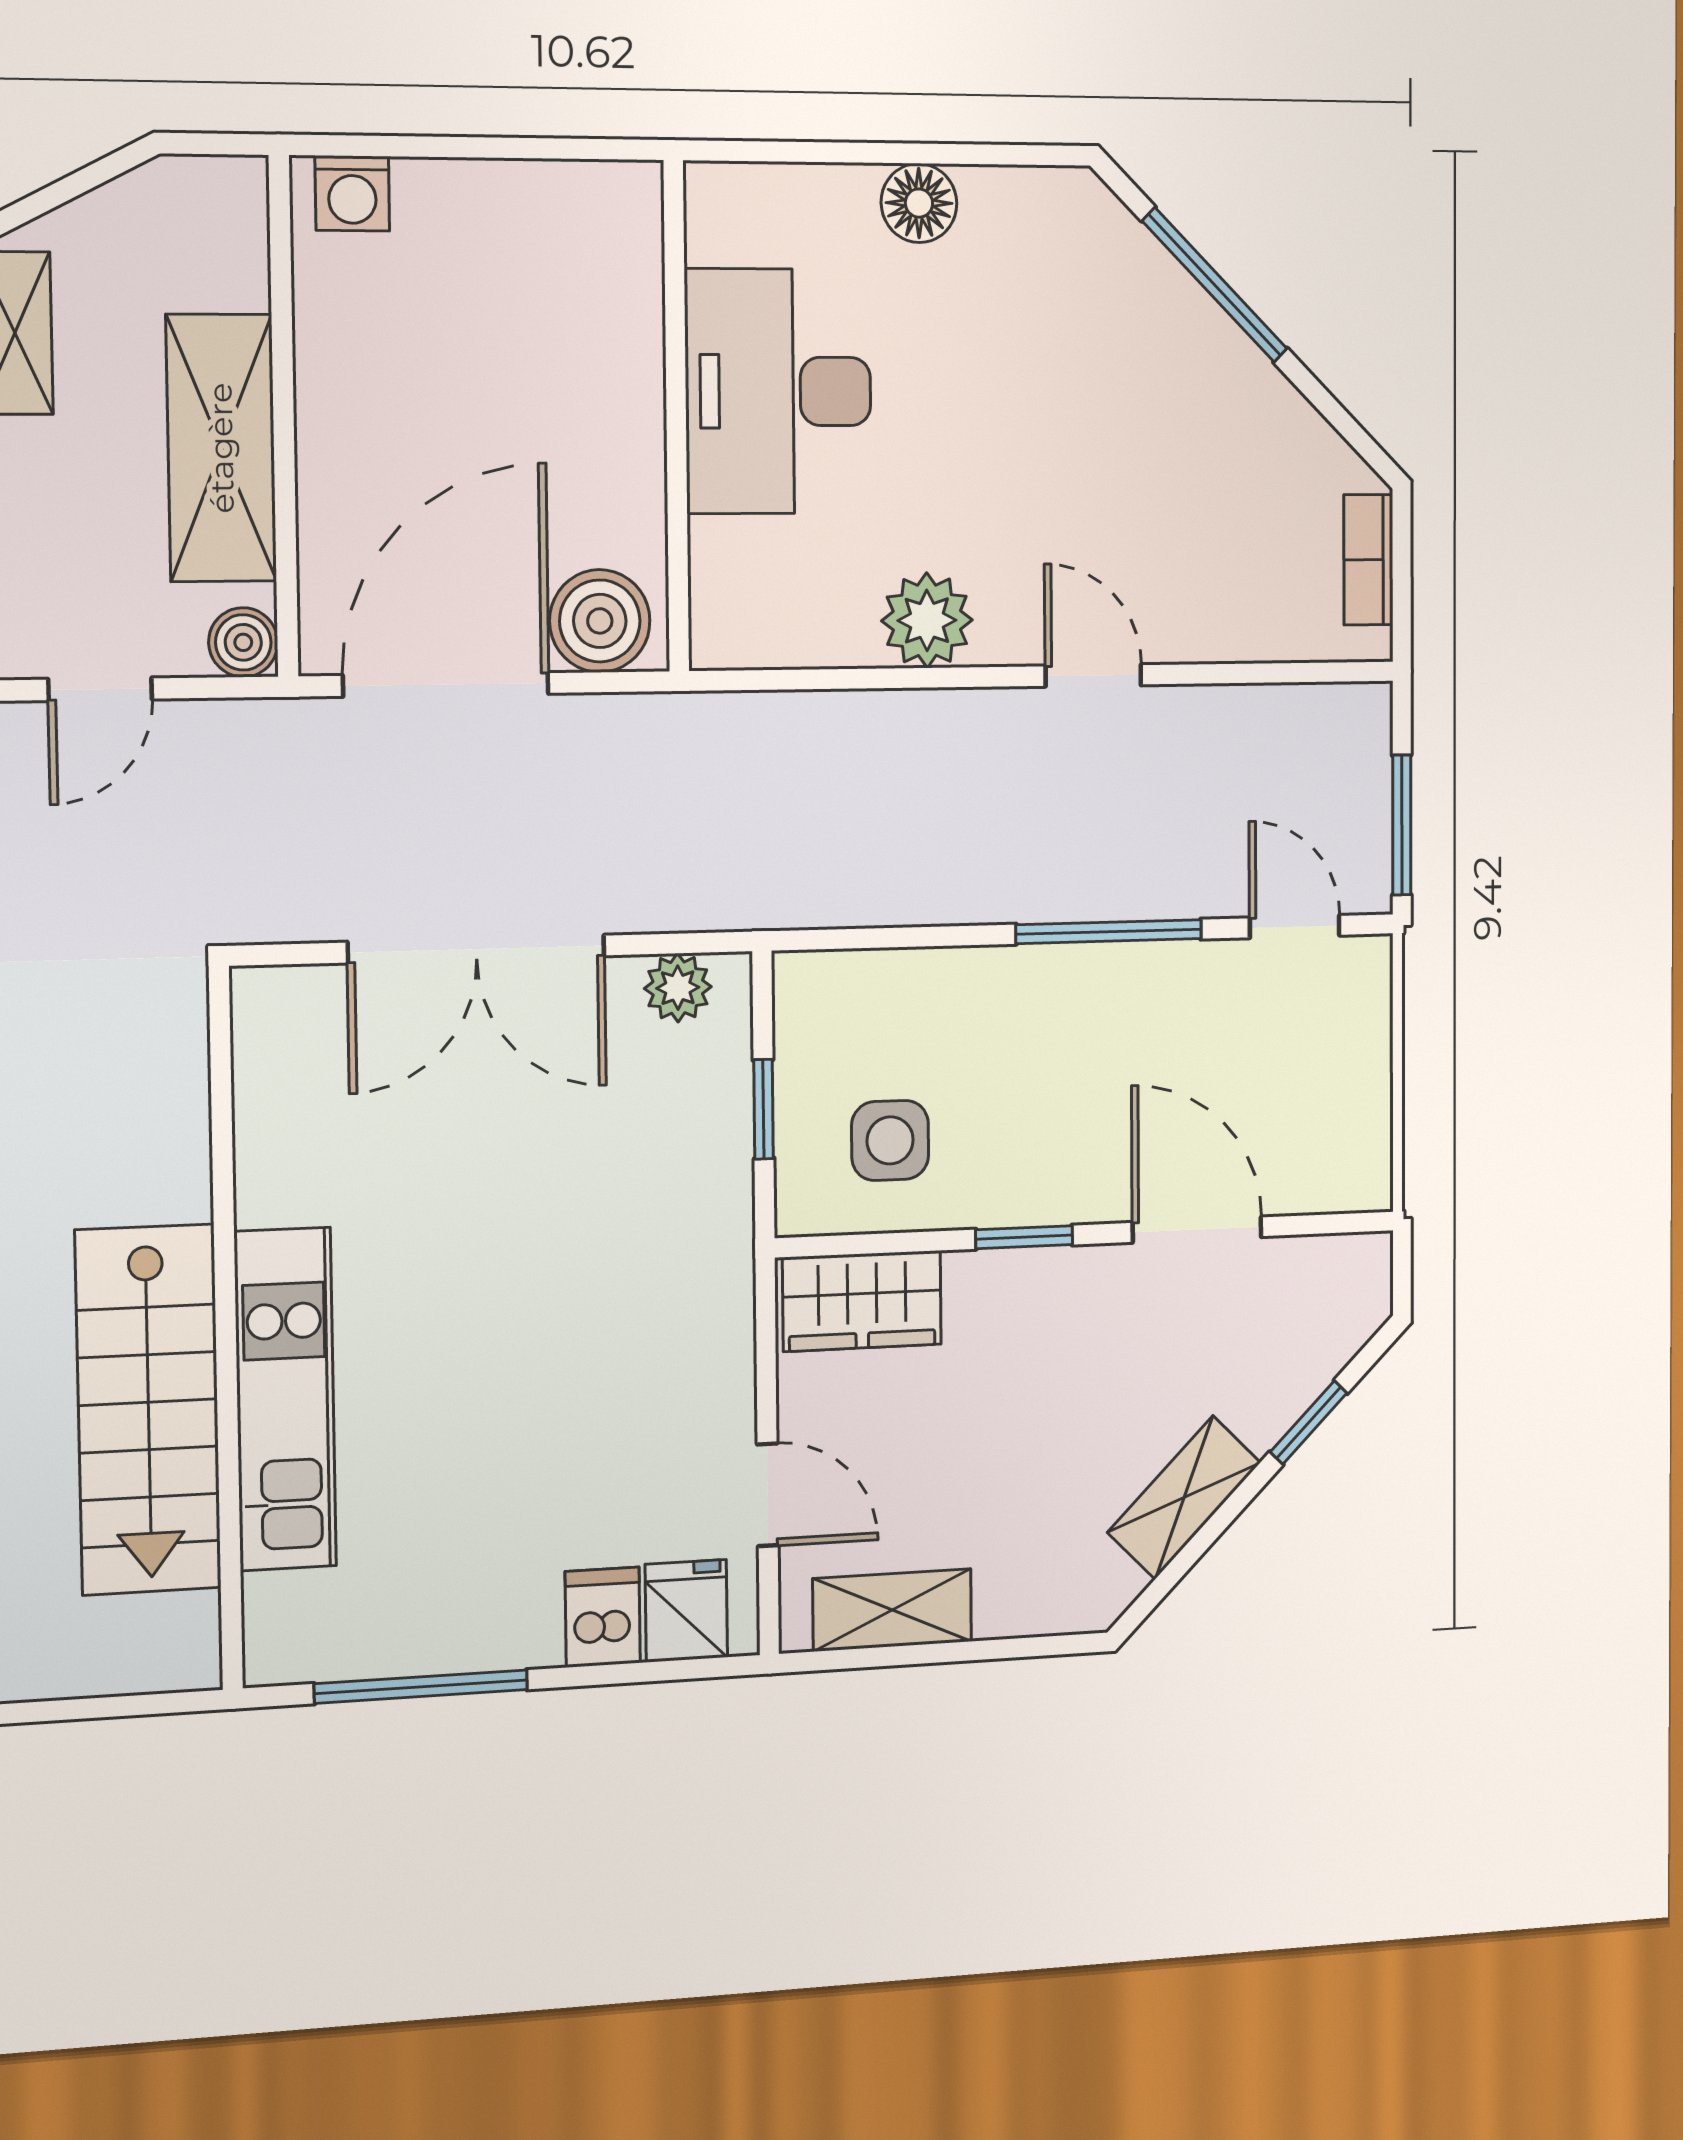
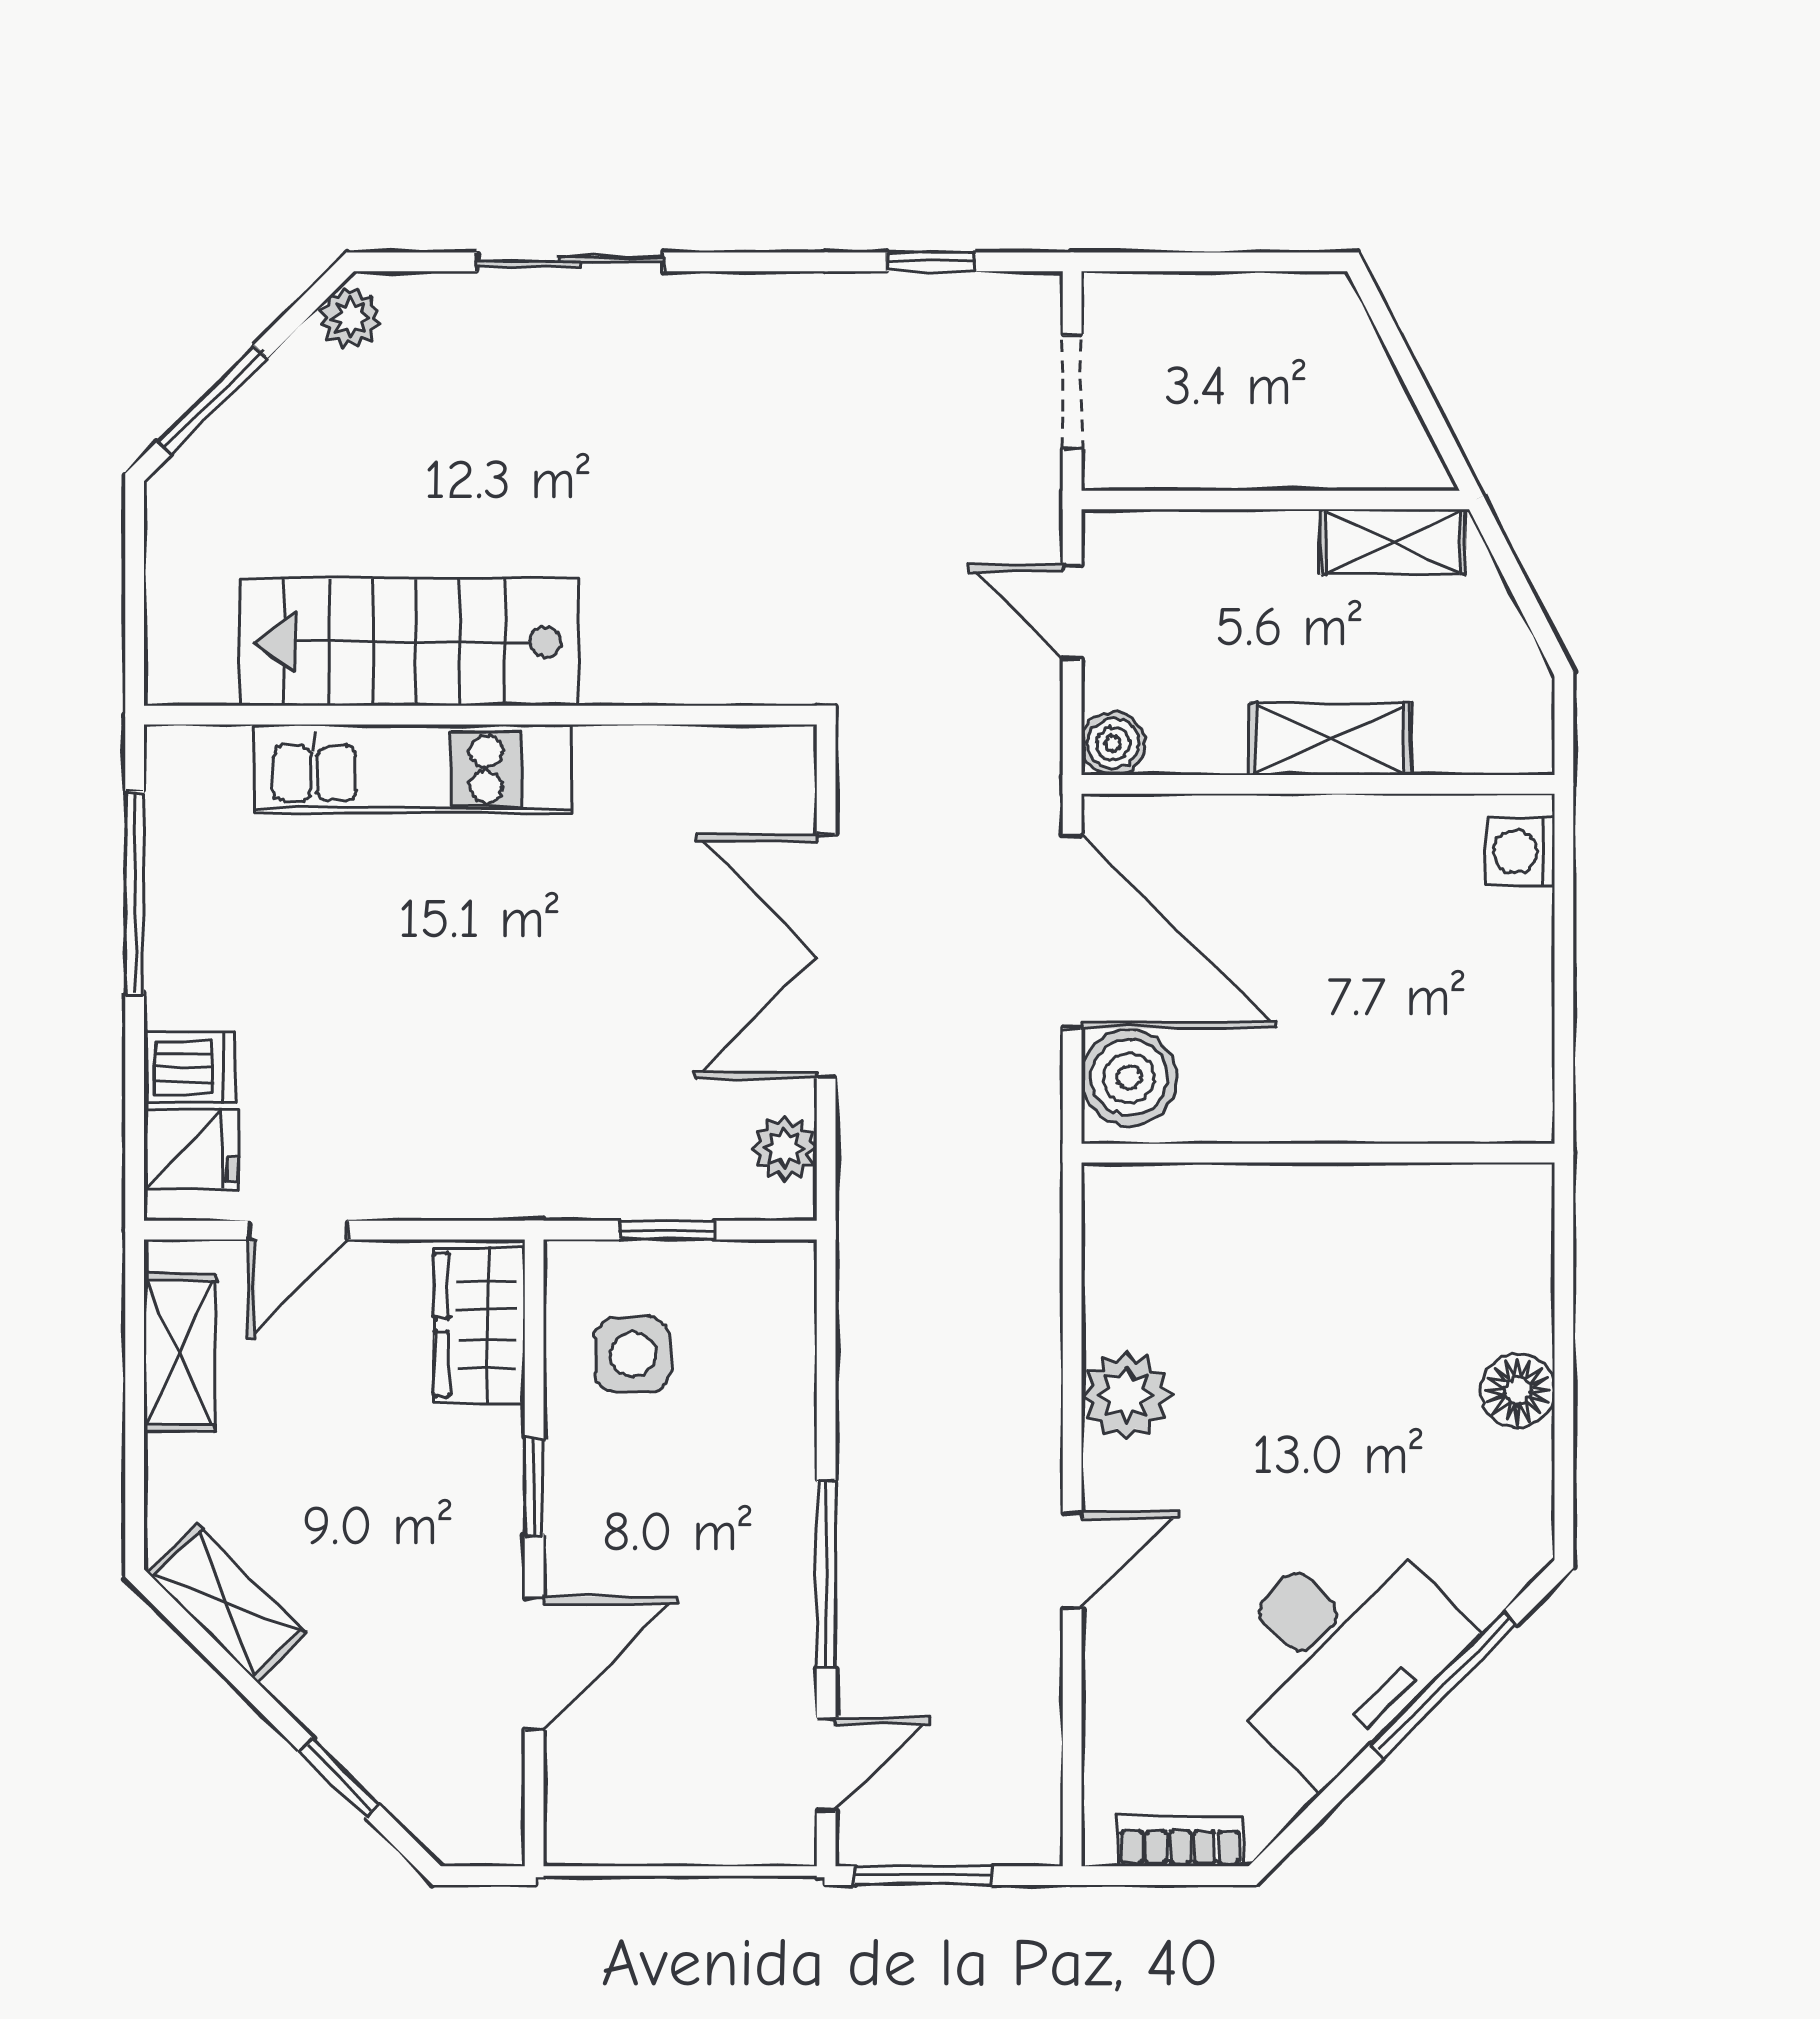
desk: (778, 391) -> (1337, 1651), moved, turned 135
shelving: (221, 448) -> (1330, 739), width x0.67, depth x0.75
shelving: (1184, 1497) -> (227, 1603), moved

